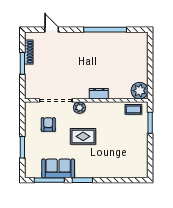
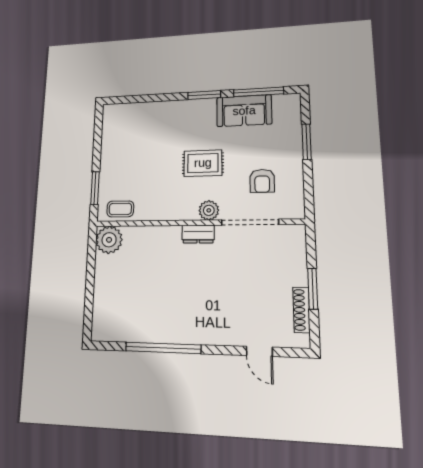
dresser: (99, 94) -> (198, 234), moved

